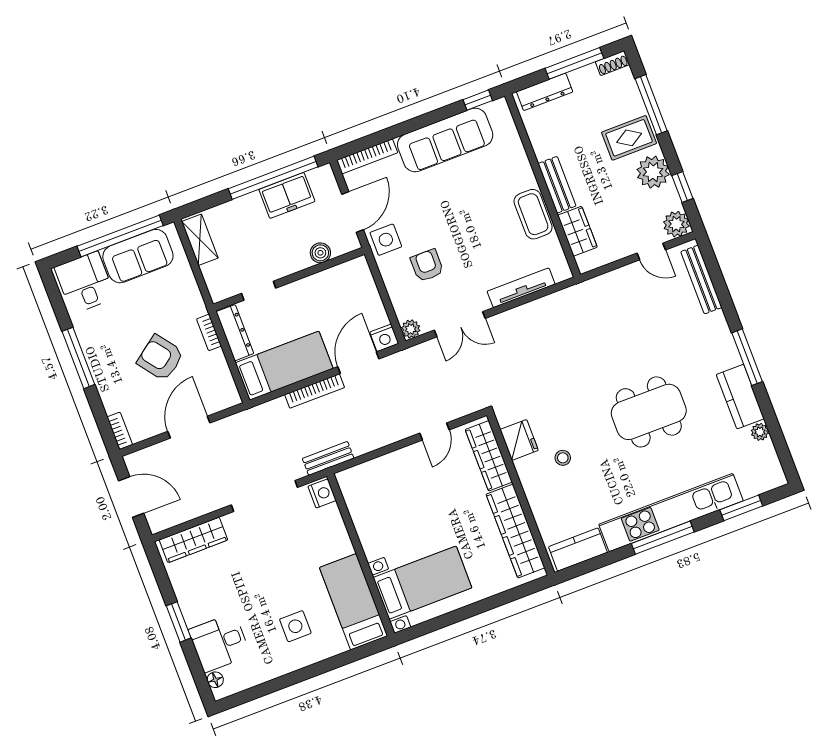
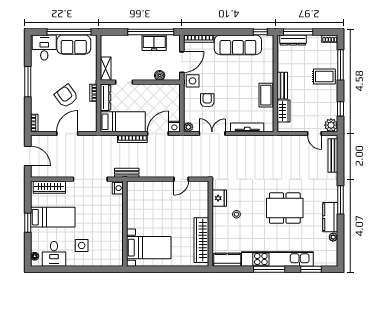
window: (574, 63) -> (298, 32), moved
plant: (653, 172) -> (329, 97), removed
shelving: (200, 240) -> (106, 69), moved
double door: (460, 324) -> (212, 134), swing flipped
wardrobe: (489, 456) -> (202, 200), removed
bed: (354, 602) -> (53, 217), moved, turned 90
desk: (220, 643) -> (54, 254), moved, turned -90

